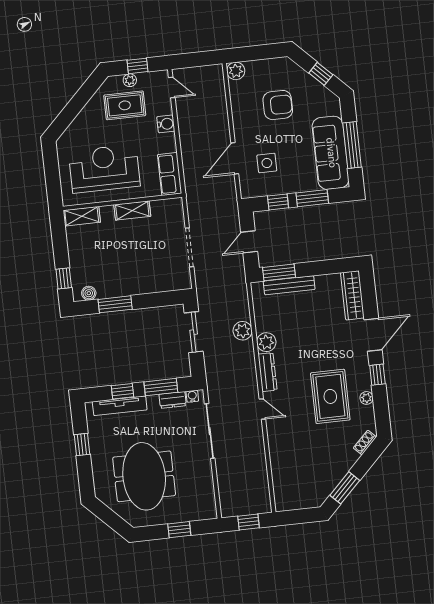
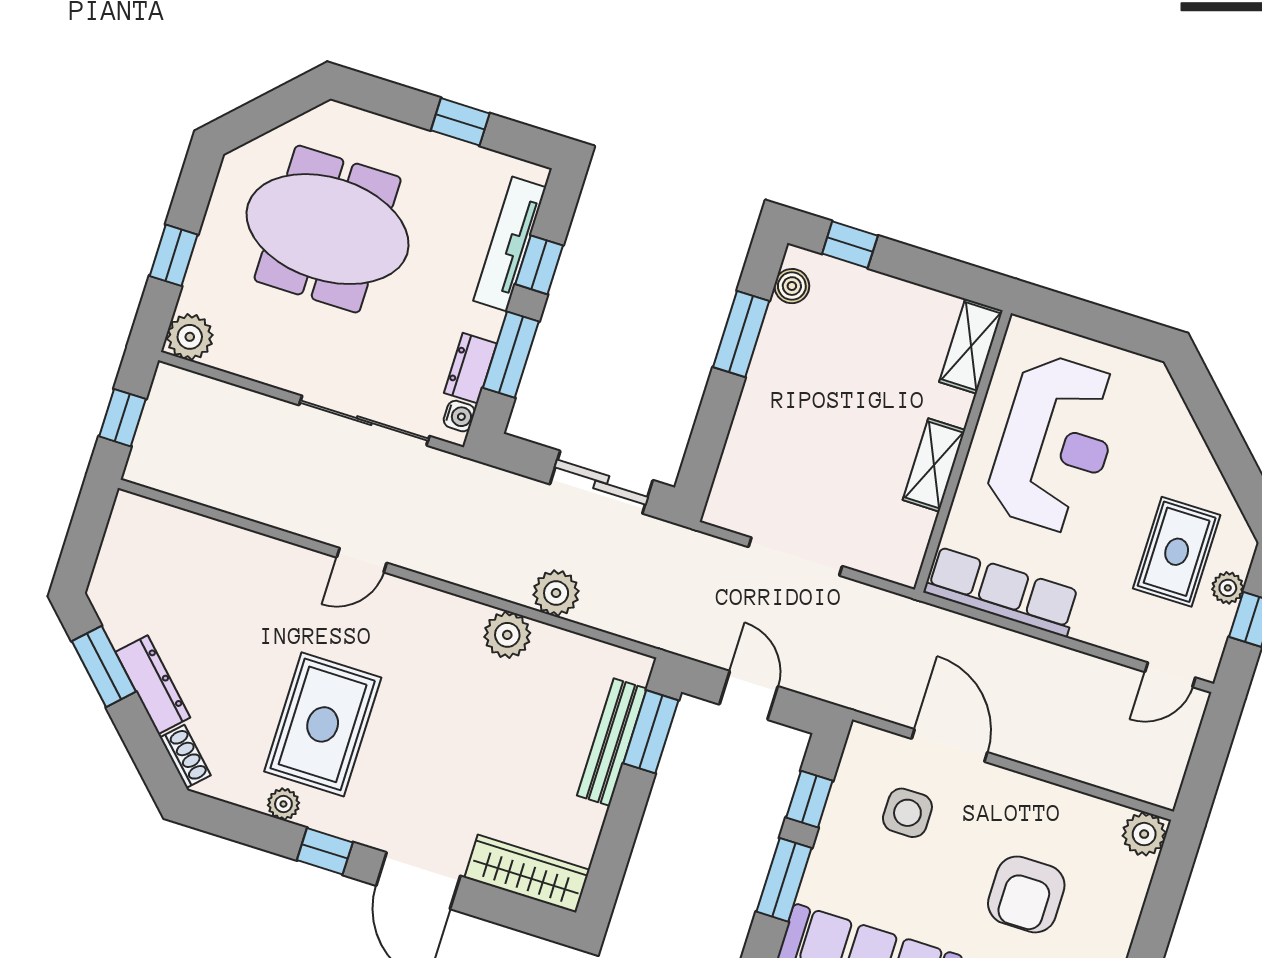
water cooler: (166, 124) -> (1095, 625), removed
row of seats: (170, 174) -> (1002, 592), width x1.48
dresser: (268, 372) -> (153, 685), moved, turned -135
rug: (330, 396) -> (323, 724), turned 90
plant: (207, 510) -> (190, 337), added

